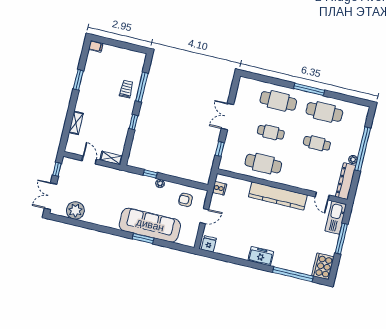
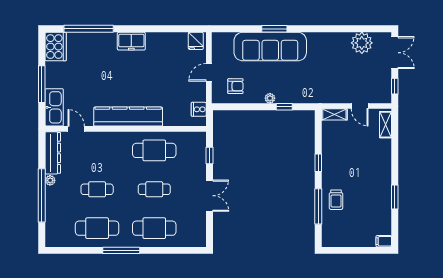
shelving: (76, 123) -> (386, 125), moved

